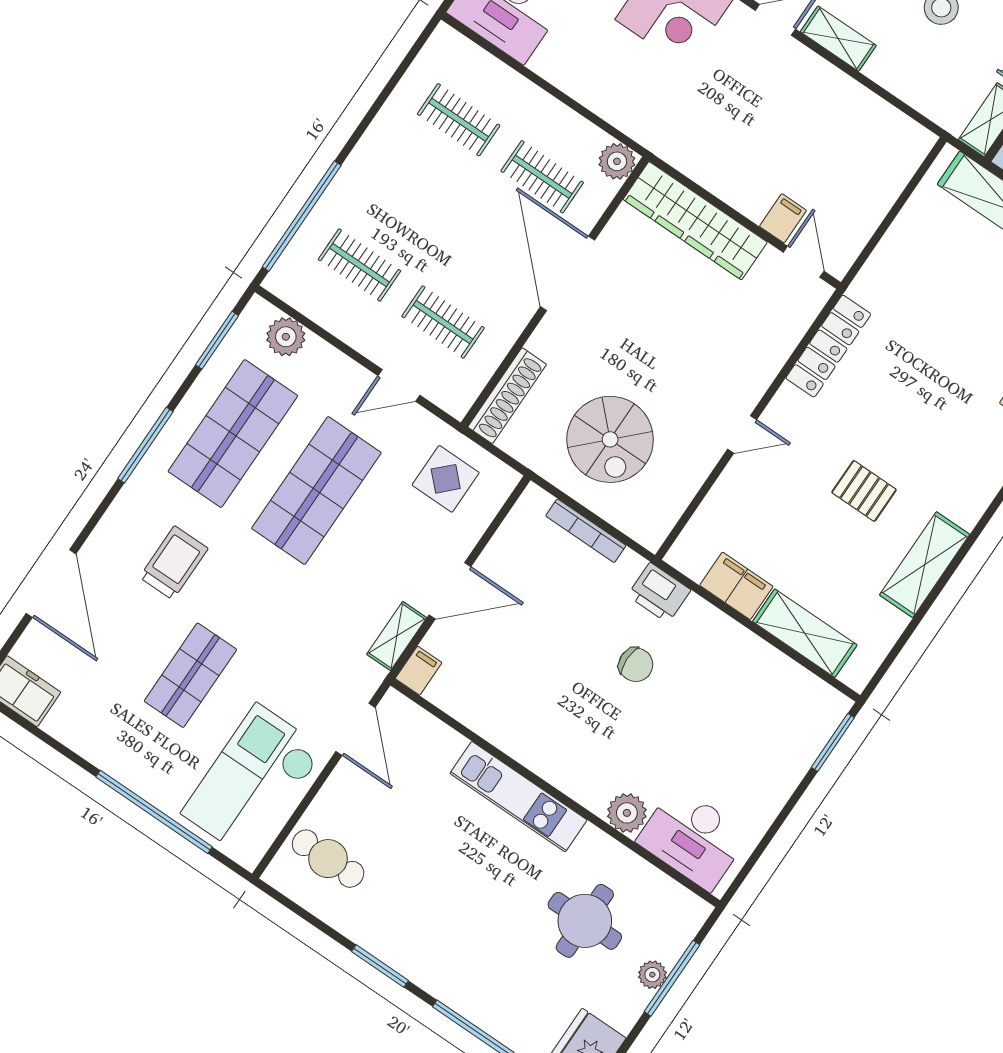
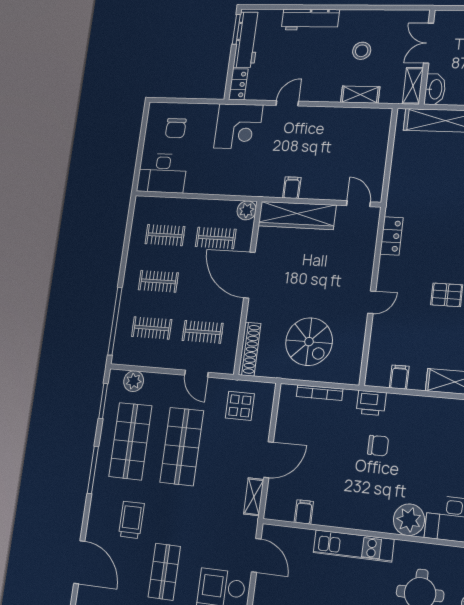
shelving: (838, 39) -> (360, 95), moved
clothes rail: (409, 192) -> (158, 281), added
filing cabinet: (783, 218) -> (292, 188), moved
locker: (828, 346) -> (392, 236), width x0.66
door: (399, 385) -> (196, 374), hinge flipped
filing cabinet: (736, 586) -> (399, 377), width x0.50
filing cabinet: (419, 671) -> (304, 512), moved
plant: (627, 813) -> (409, 520), width x1.36, depth x1.36

